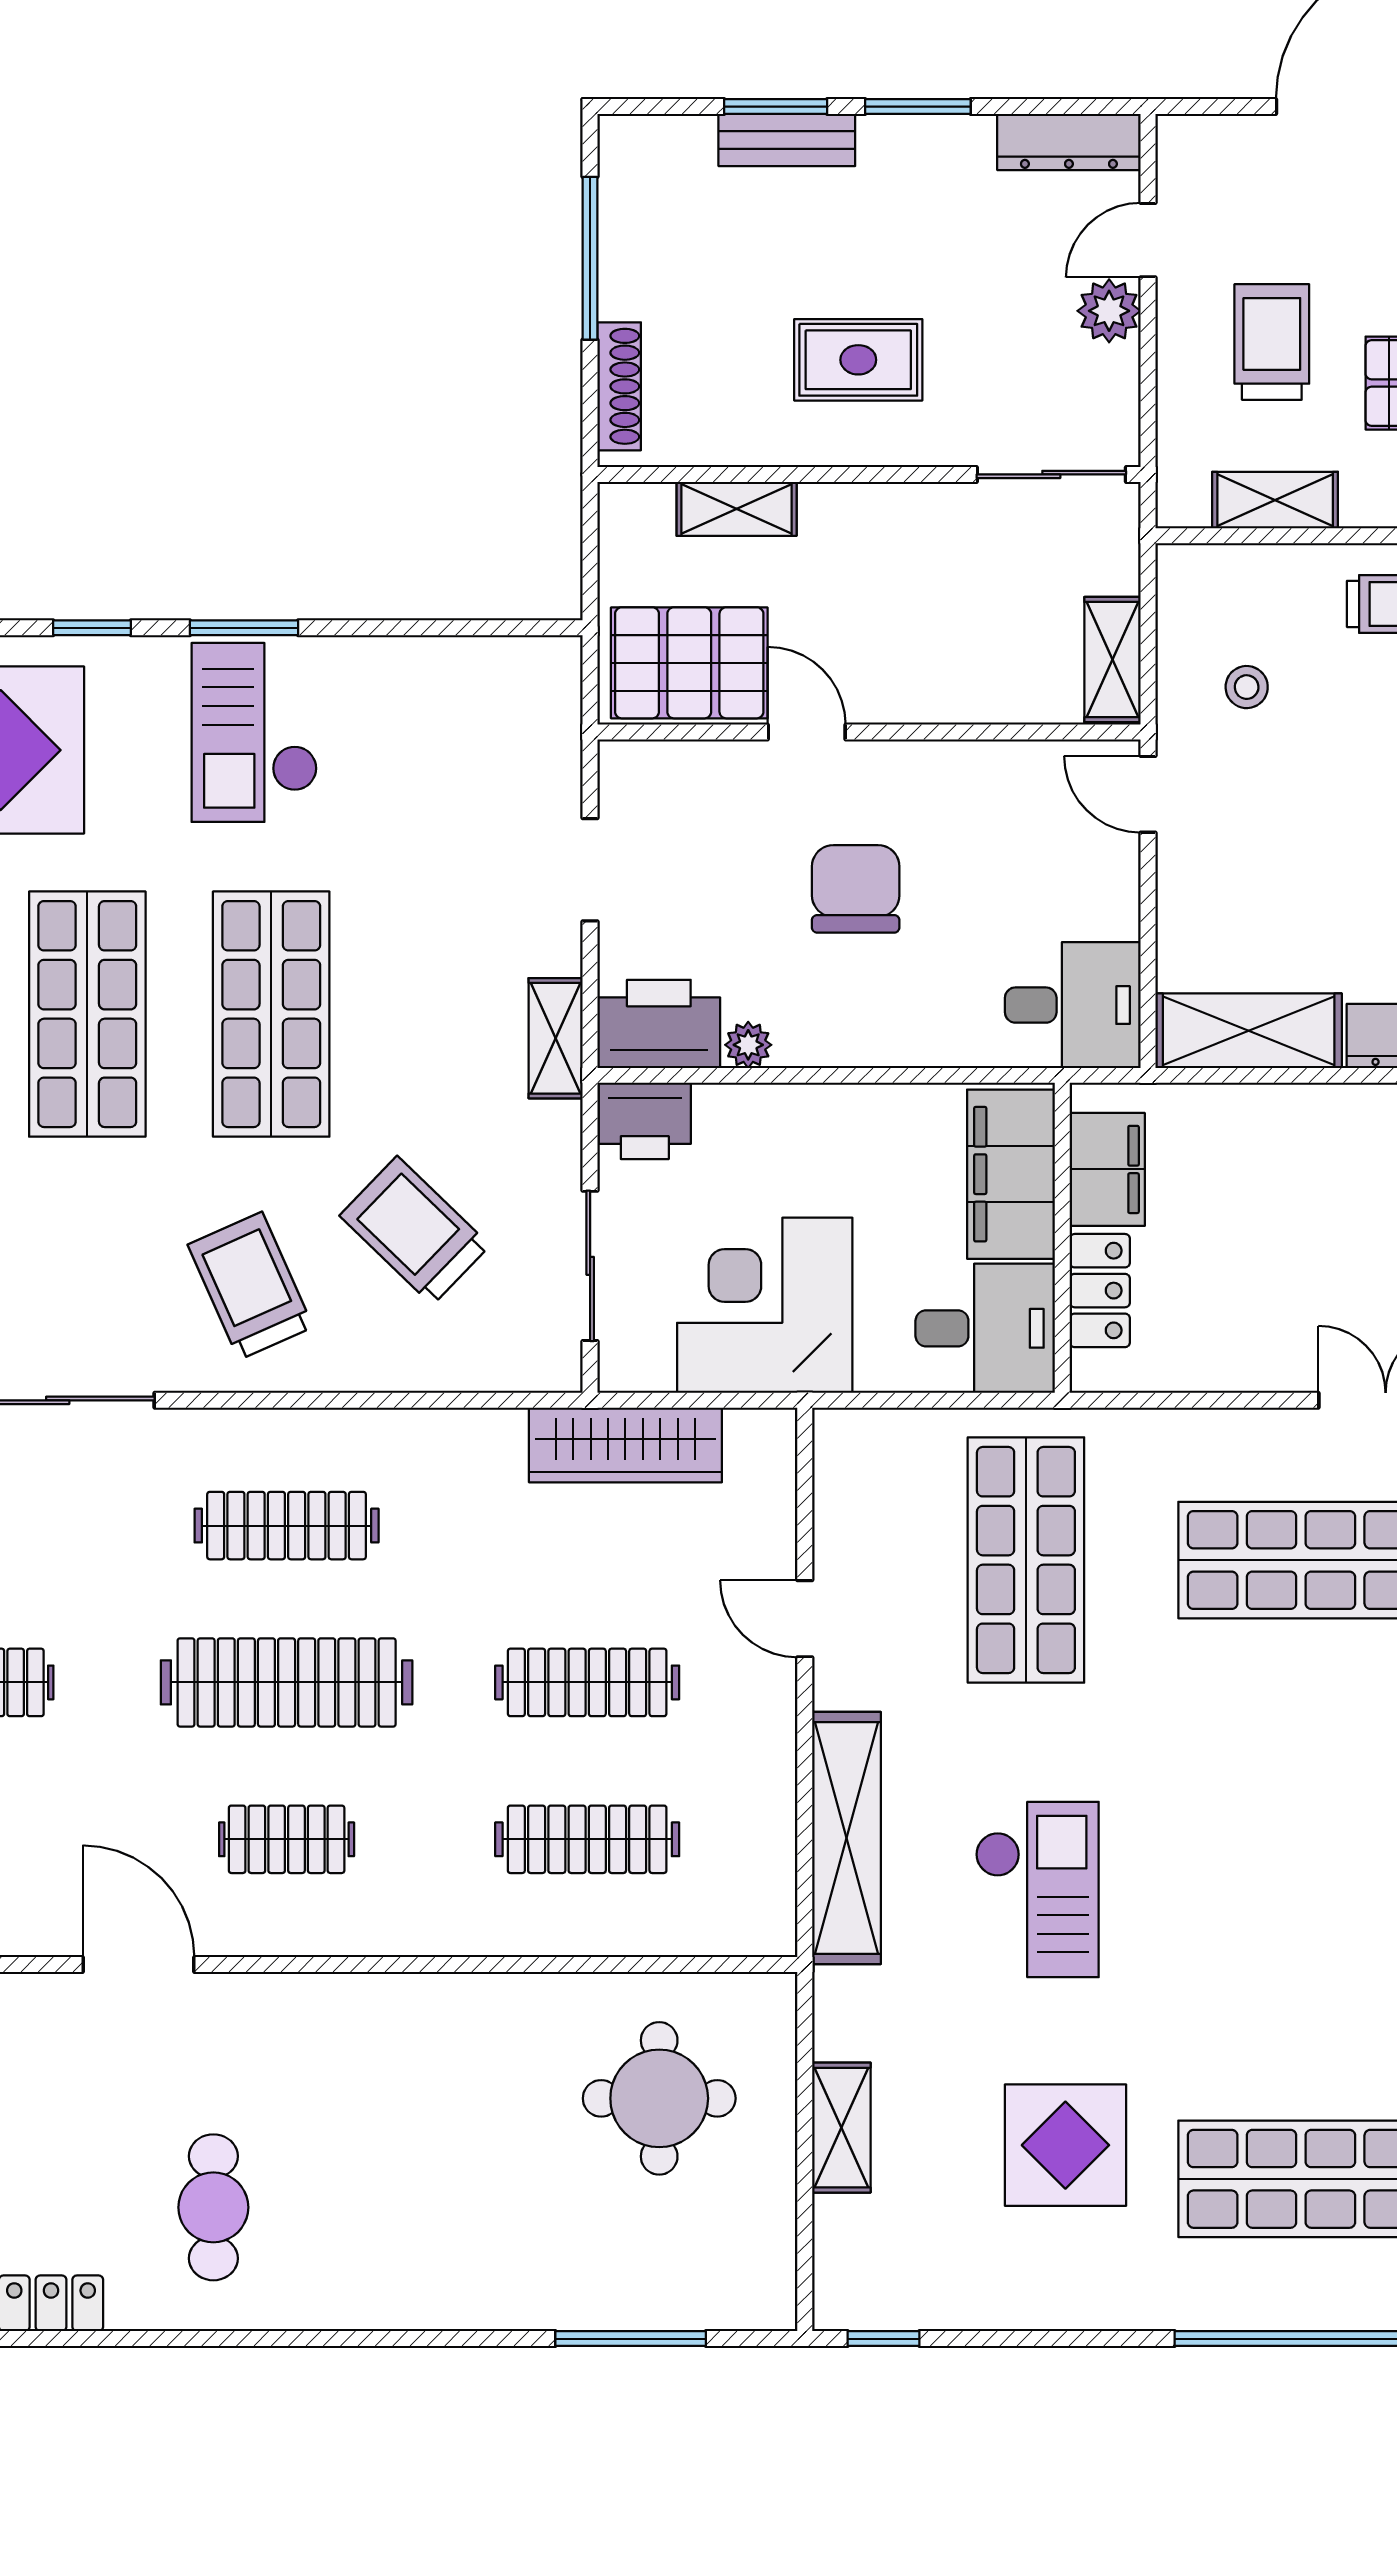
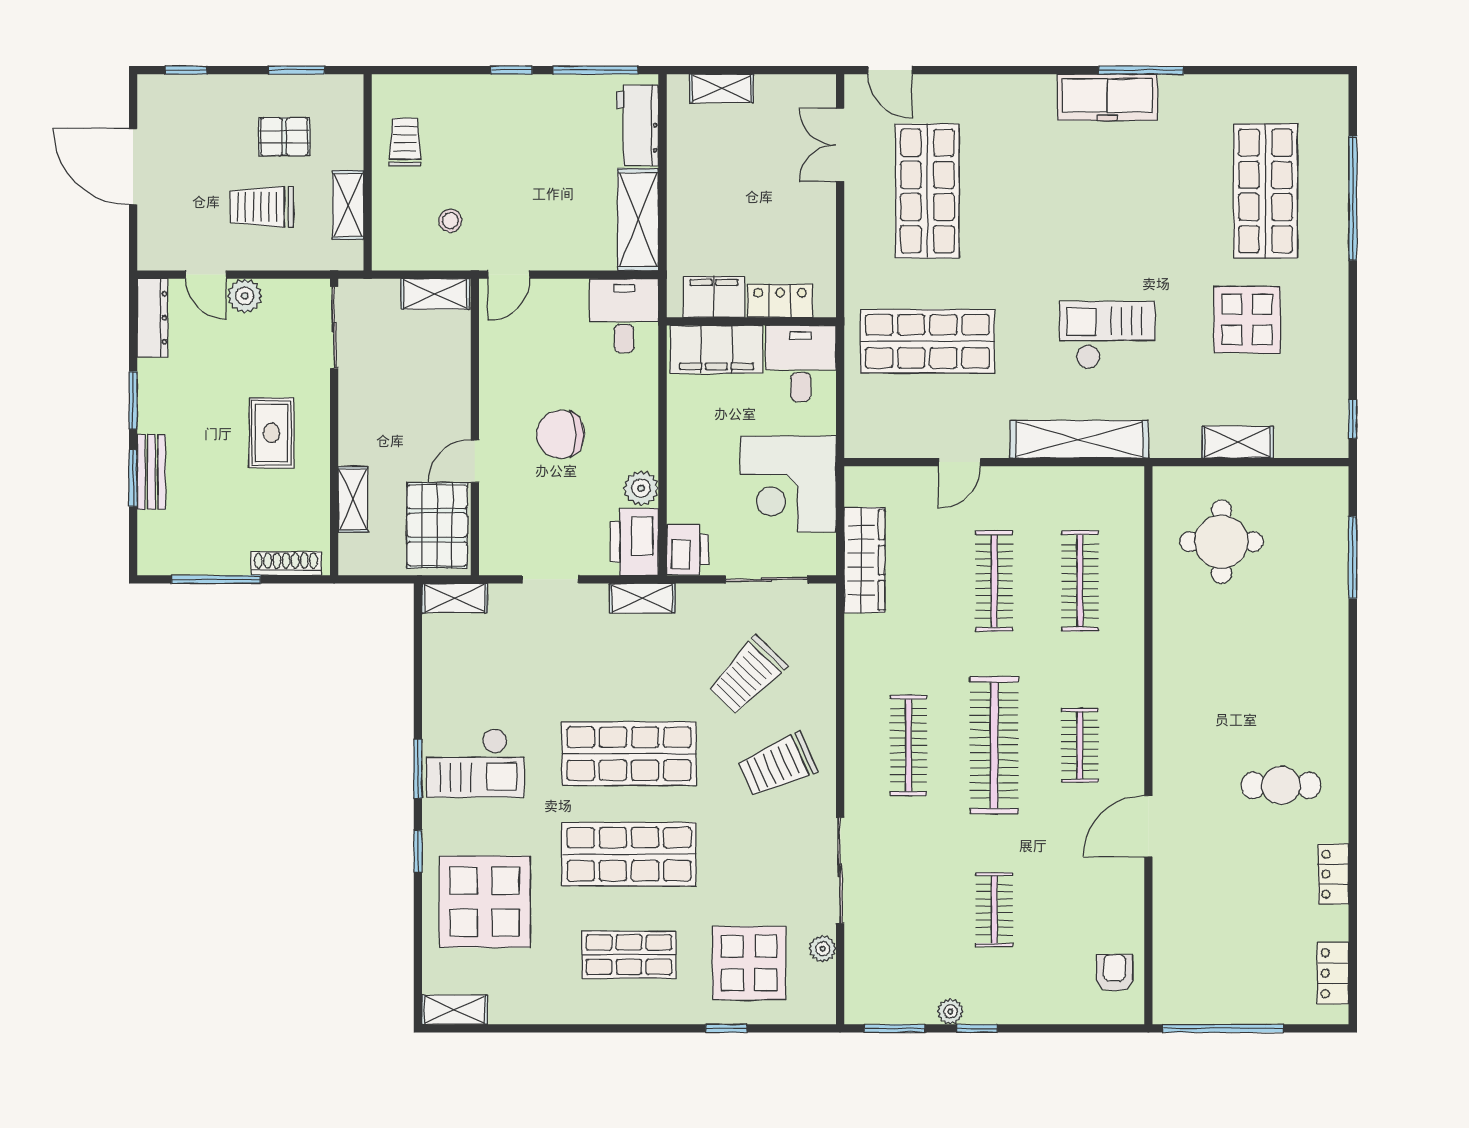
shelving: (556, 695) -> (455, 598), added
plant: (748, 1045) -> (641, 488), width x1.38, depth x1.38

